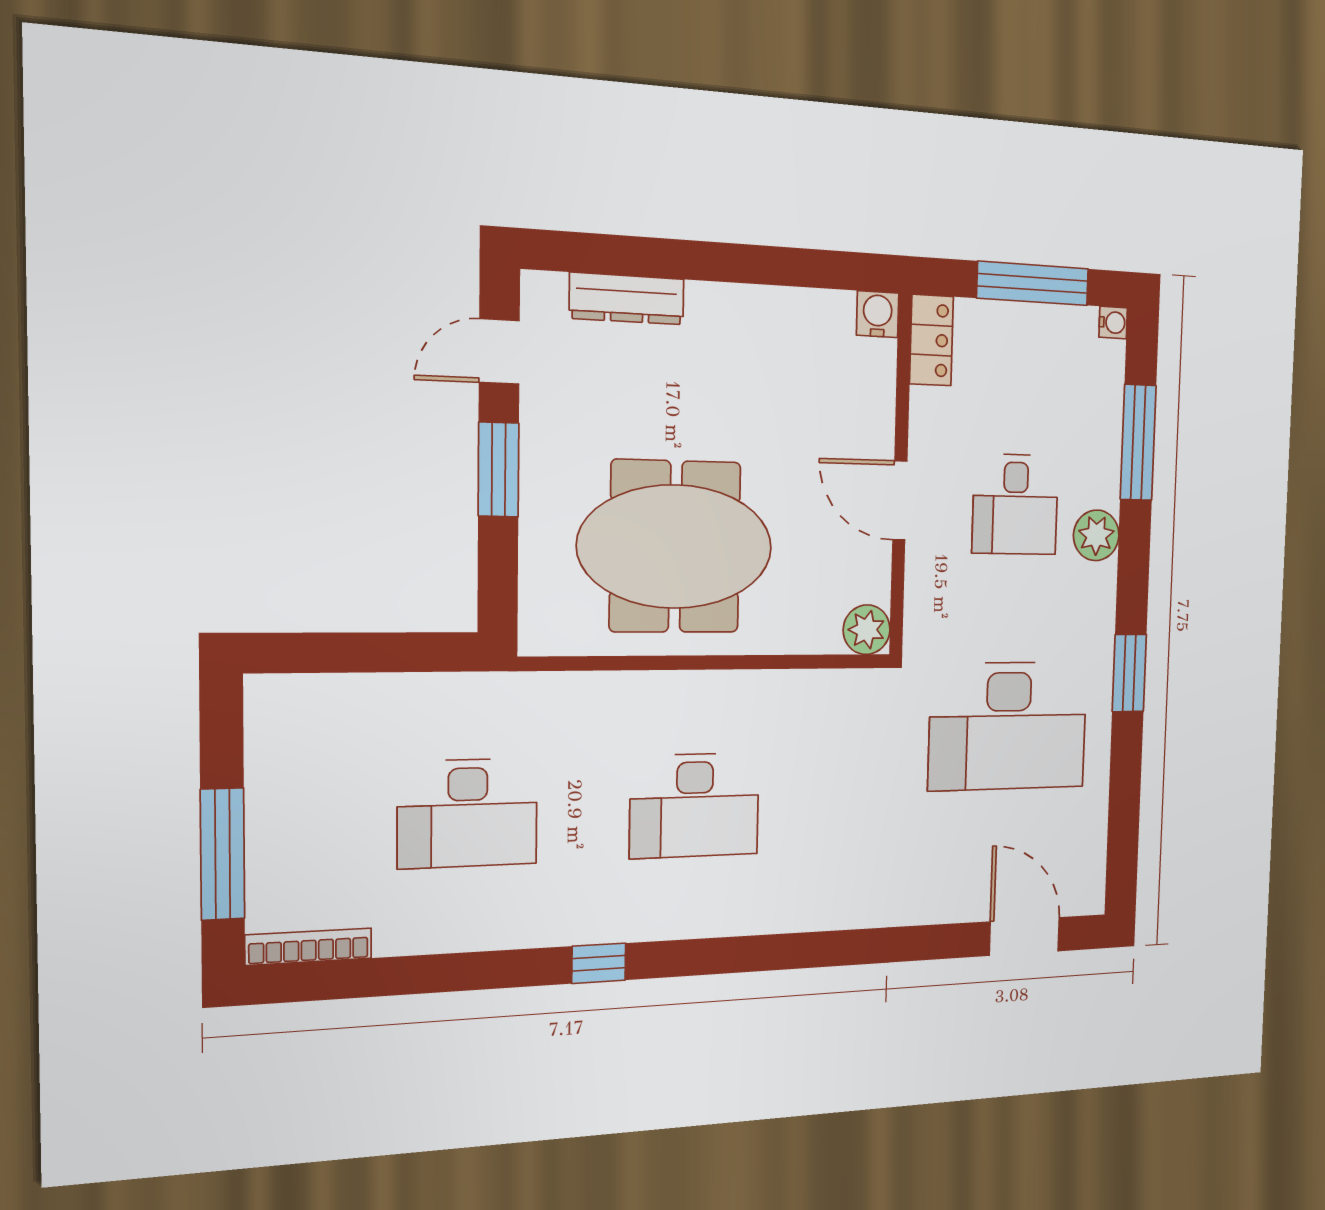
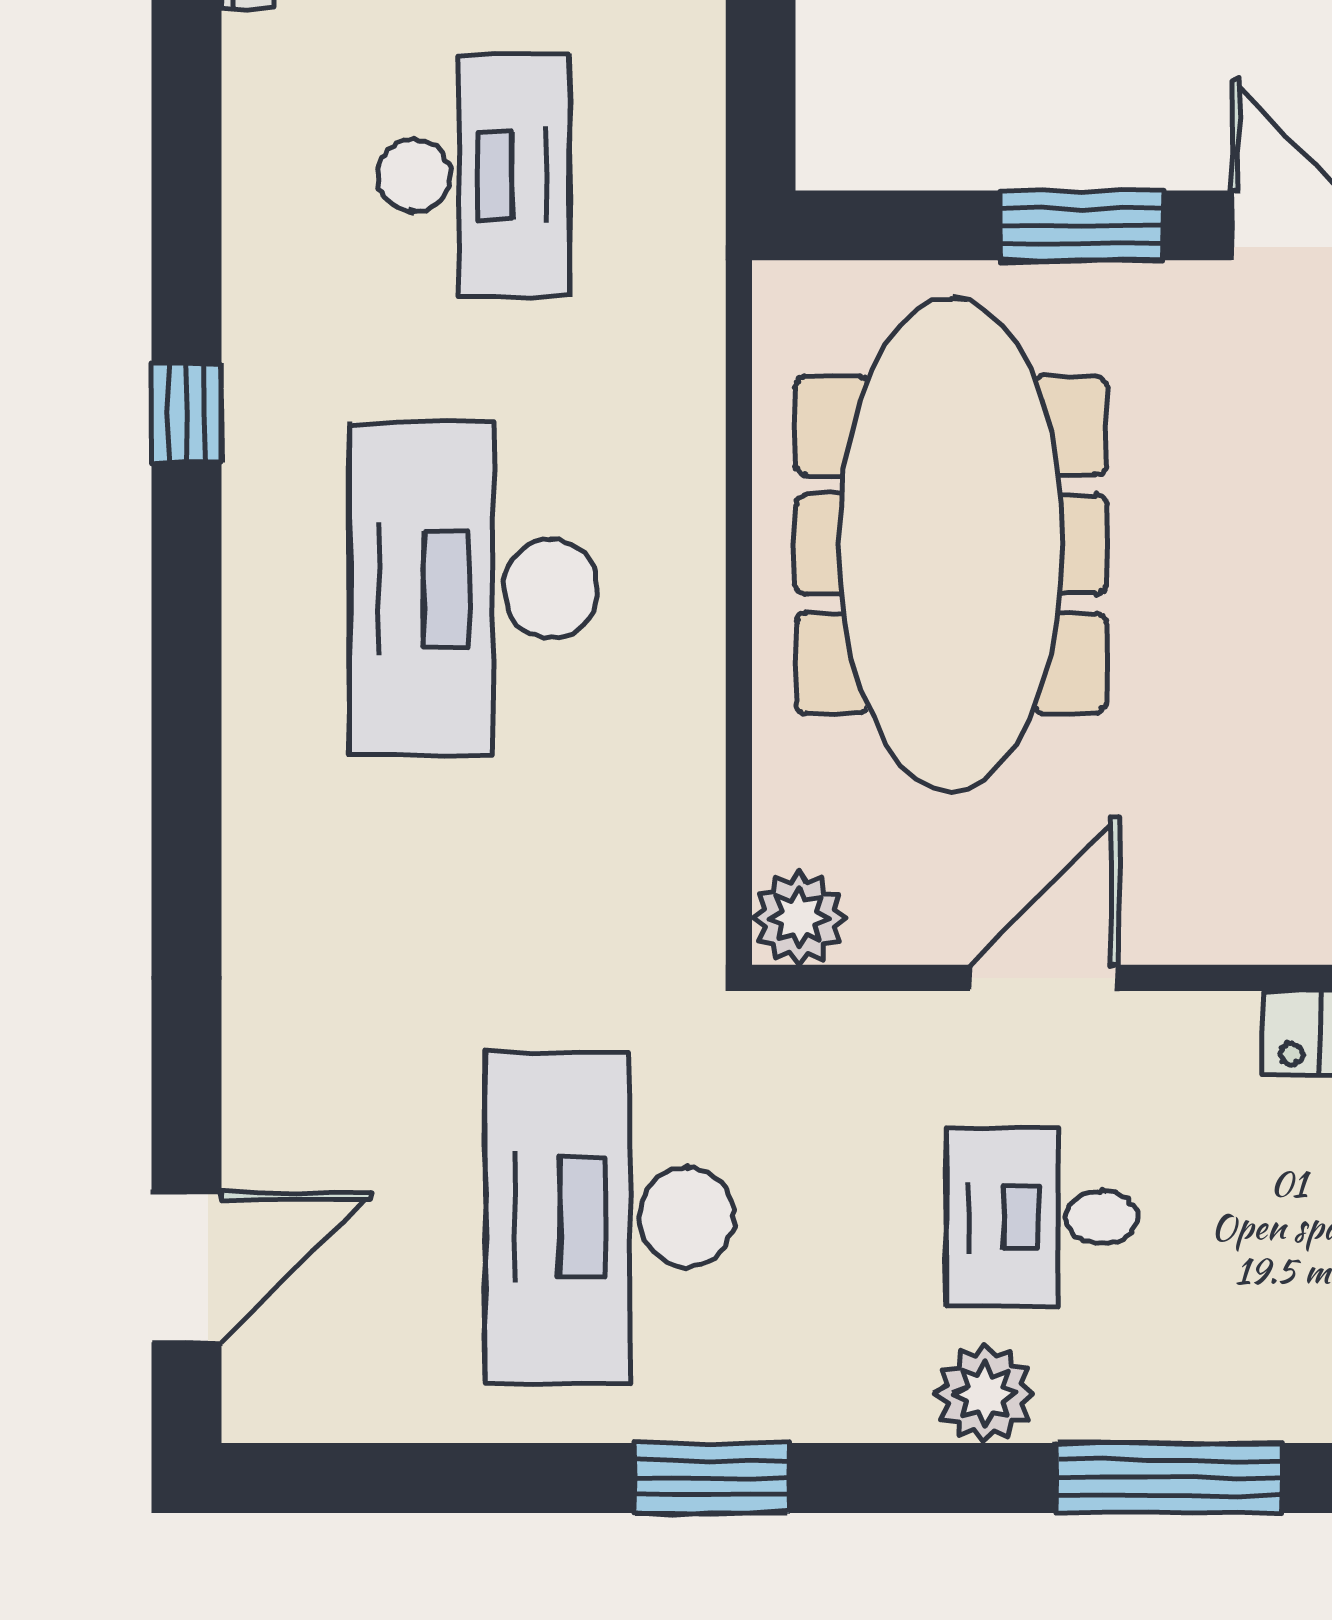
meeting table: (675, 547) -> (951, 544), width x1.36
desk: (695, 805) -> (474, 589), width x1.36, depth x1.30
desk: (468, 813) -> (474, 175), turned 180

